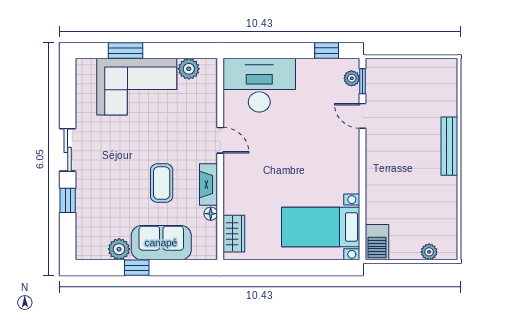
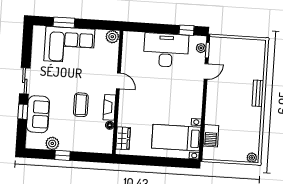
plant: (189, 69) -> (112, 37), moved
desk: (259, 85) -> (166, 50), moved
door: (362, 116) -> (206, 71), swing flipped
bench: (449, 146) -> (258, 93), width x0.73
barbecue: (377, 242) -> (211, 136), moved
sofa: (161, 243) -> (38, 114), moved, turned 90
plant: (429, 252) -> (252, 158), moved

